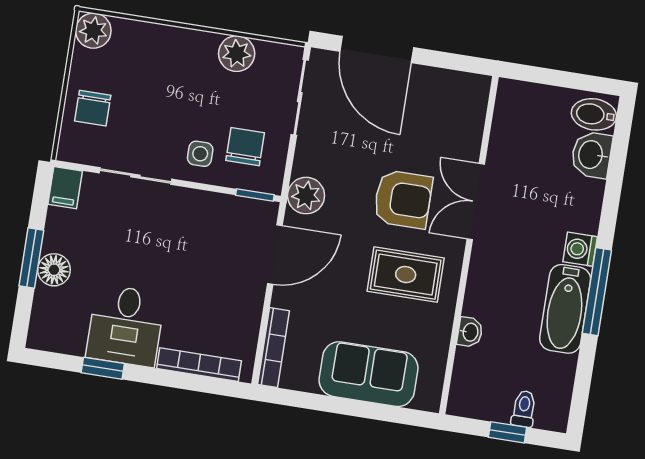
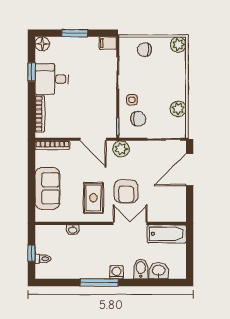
bidet: (594, 114) -> (141, 269), moved
floor lamp: (54, 270) -> (42, 44), moved
bathtub: (565, 309) -> (167, 234), moved, turned 180

